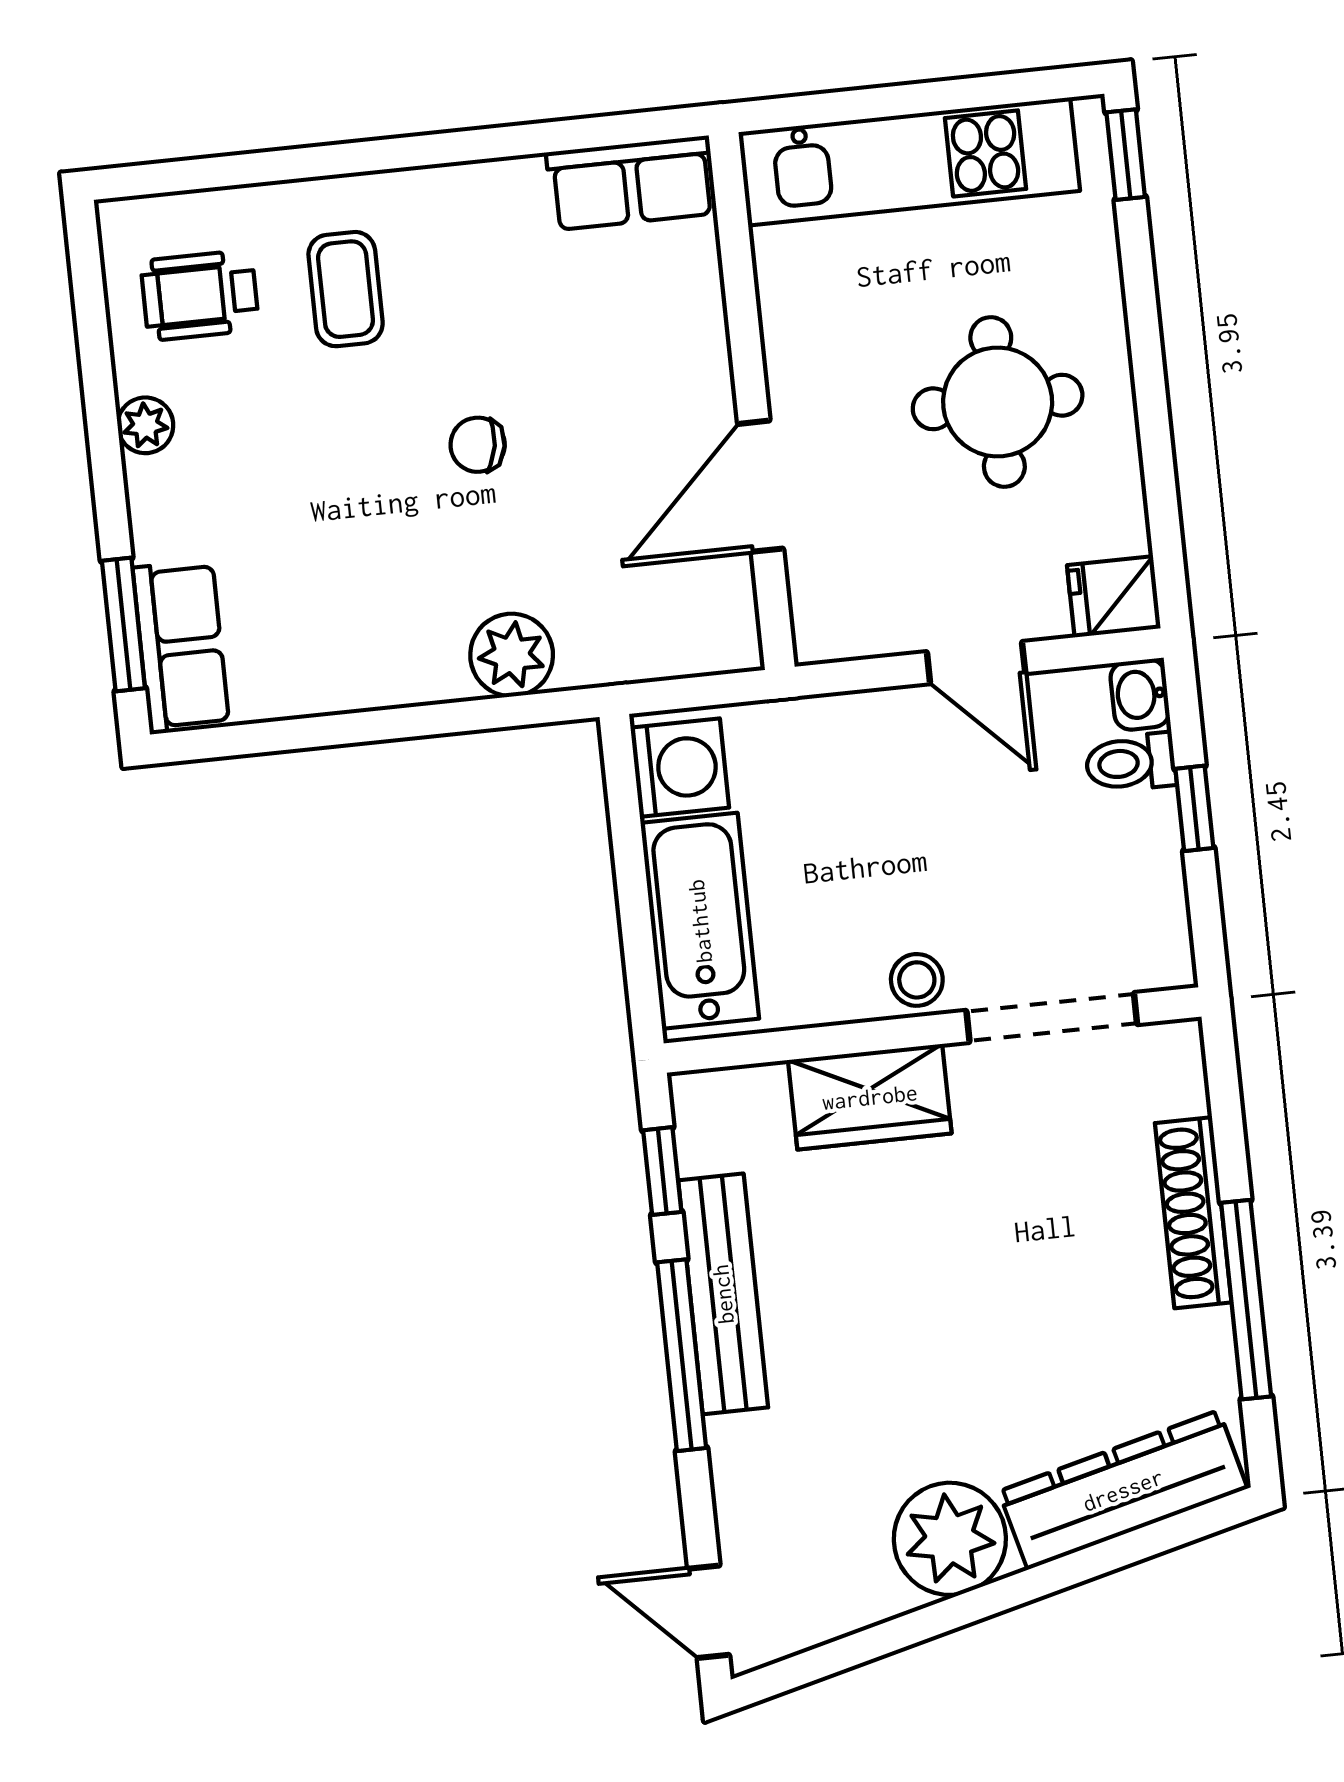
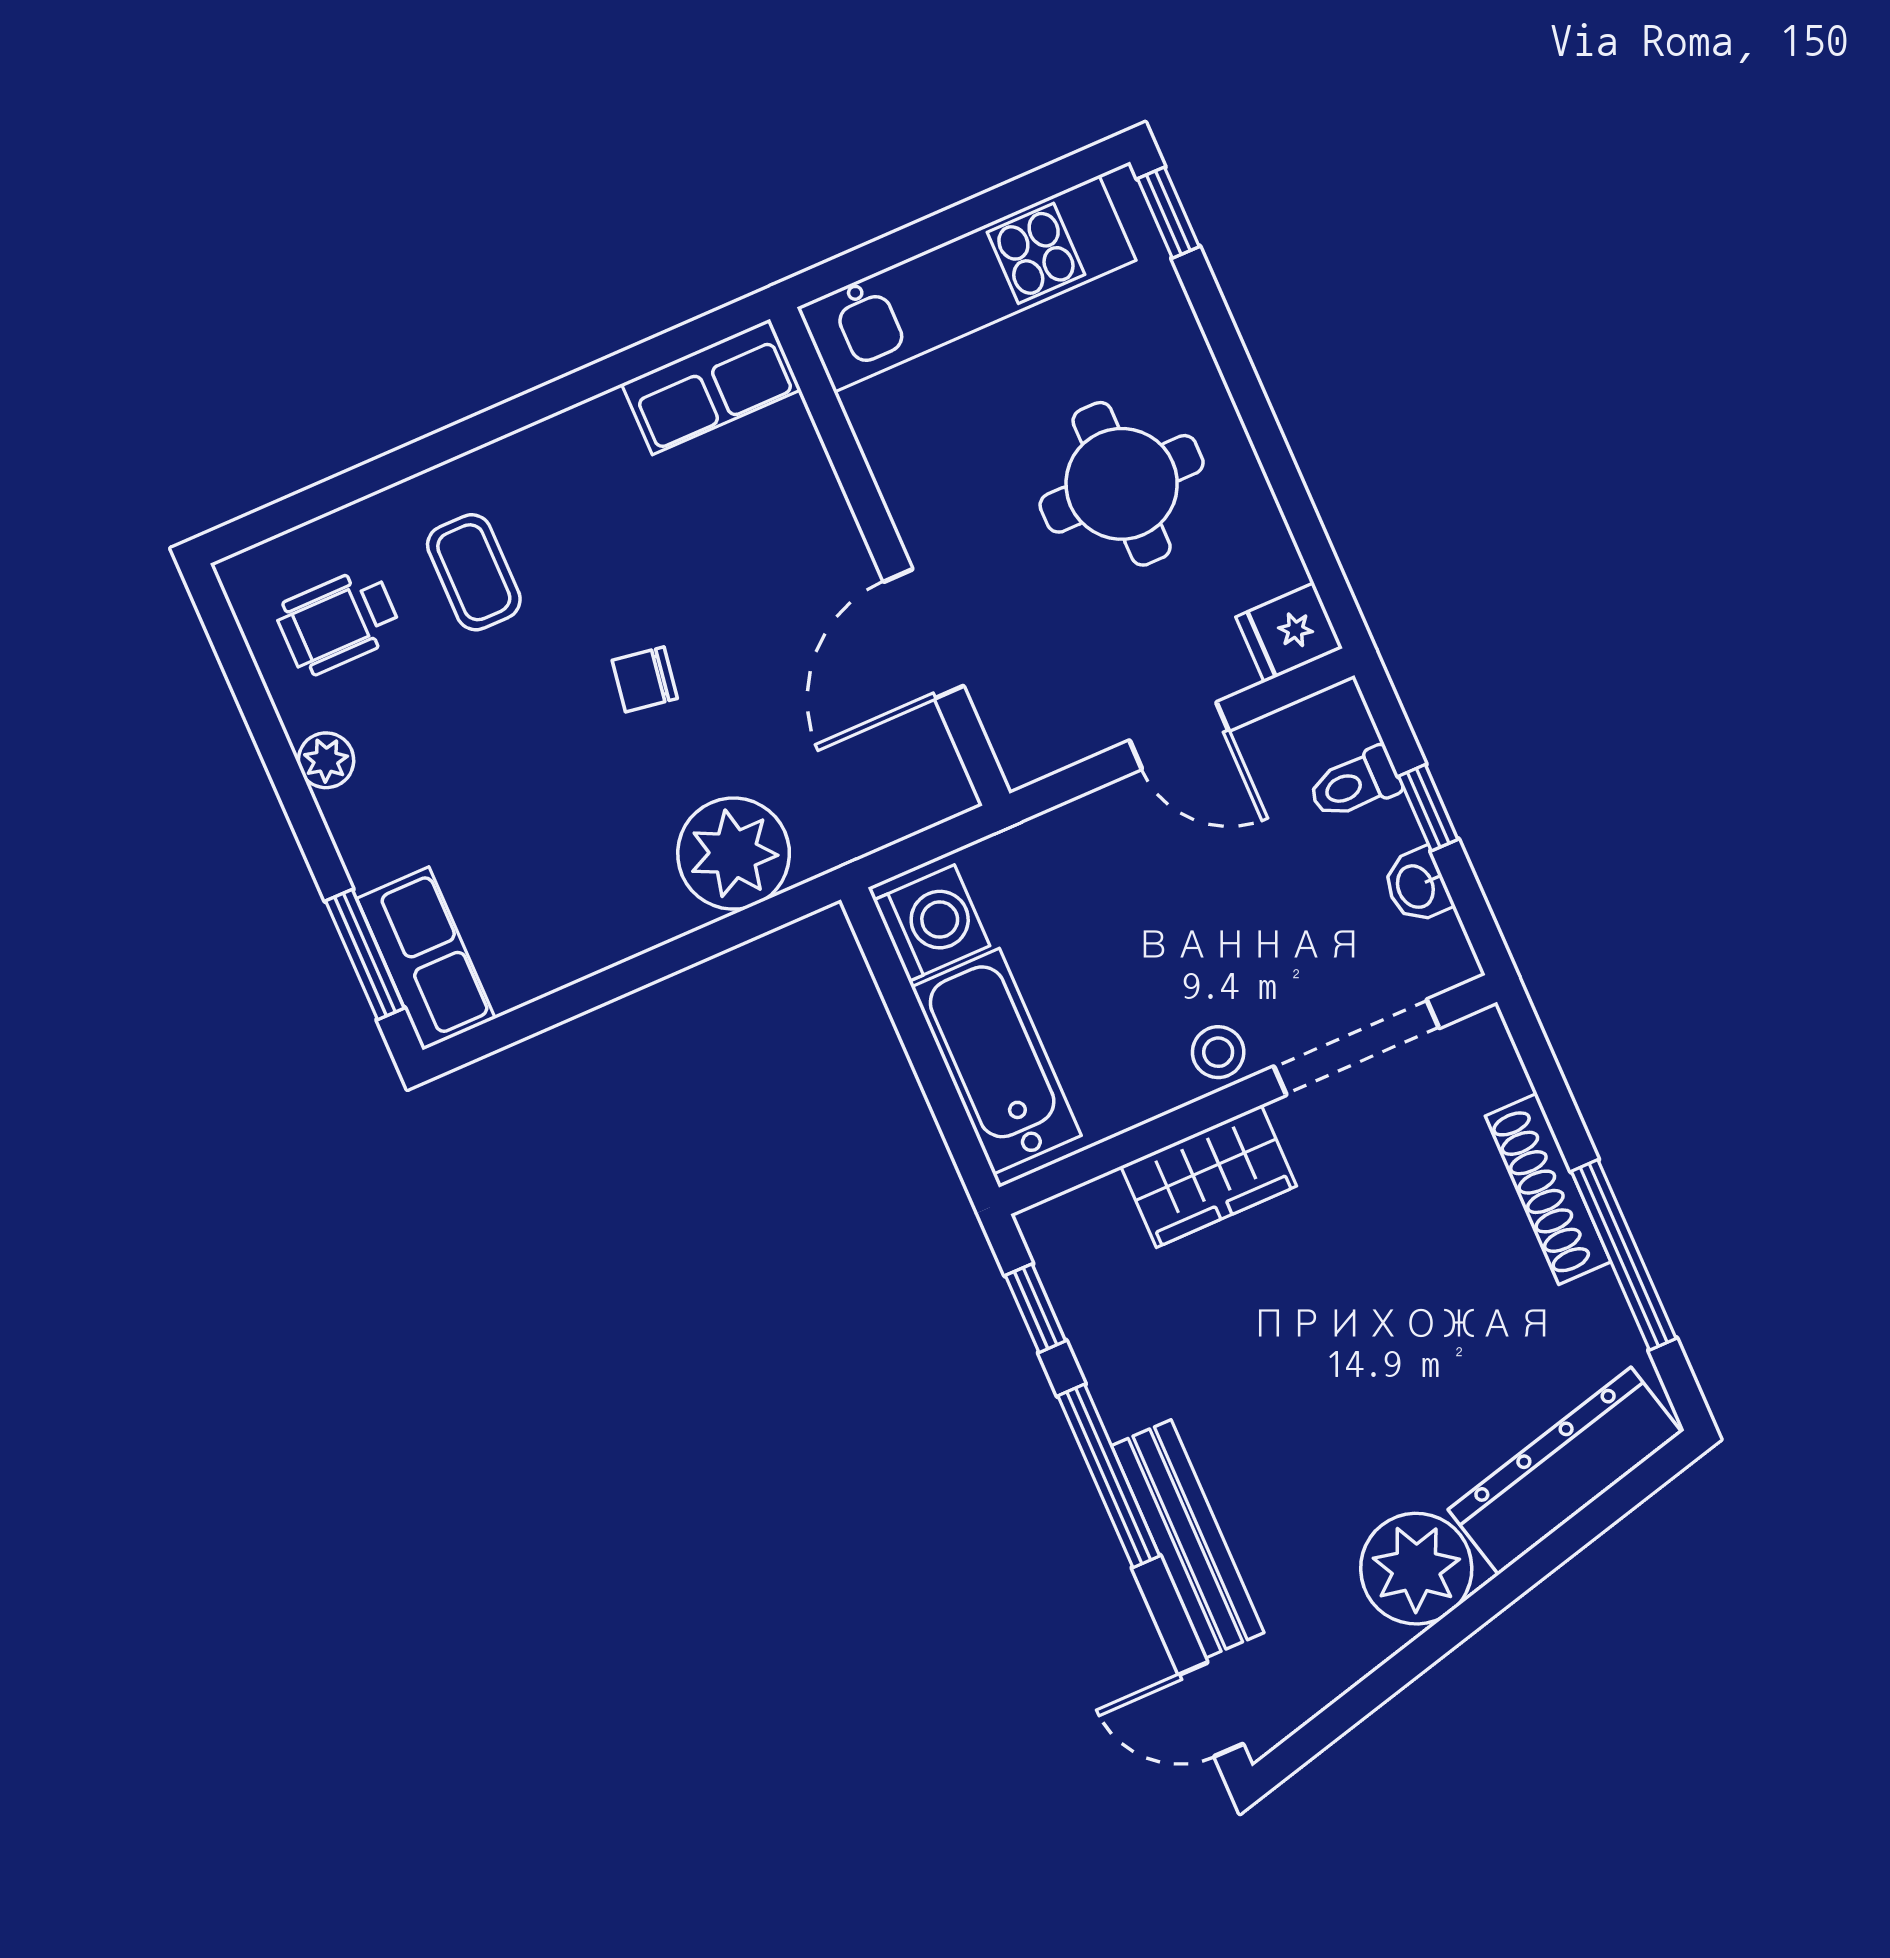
plant: (512, 655) -> (734, 854), width x1.36, depth x1.36
washbasin: (1140, 694) -> (1417, 886), moved
bench: (723, 1294) -> (1188, 1539), moved

